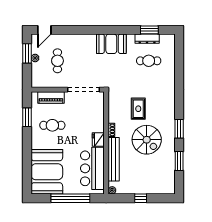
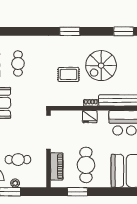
cafe table: (52, 125) -> (86, 165), width x1.37, depth x1.35
window: (179, 129) -> (70, 31), moved
fridge: (98, 140) -> (90, 117), moved
spiral stairs: (147, 140) -> (101, 66), turned 180

